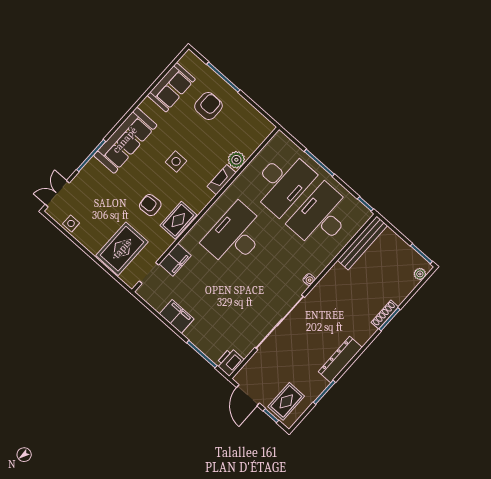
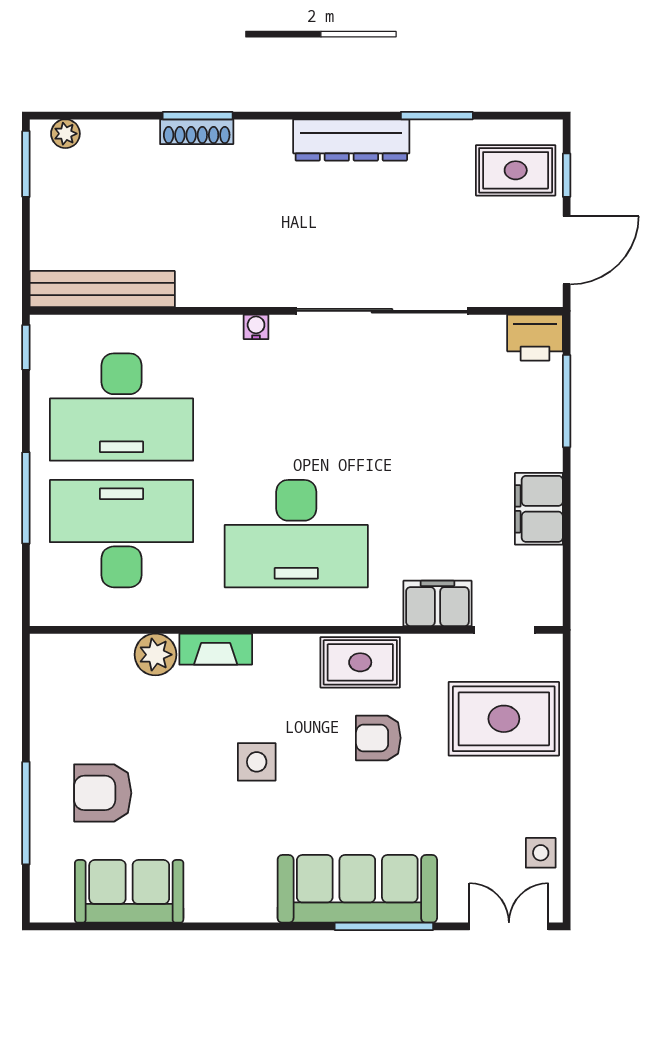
sofa: (125, 140) -> (357, 889), moved
double door: (57, 194) -> (509, 926), swing flipped
armchair: (150, 205) -> (378, 738), turned 94

